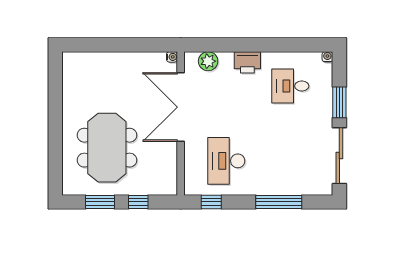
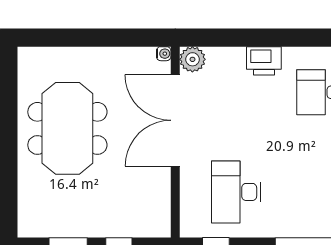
plant: (208, 61) -> (192, 59), moved
meeting table: (107, 148) -> (67, 128), moved

